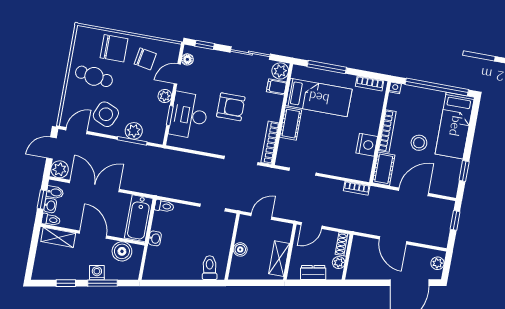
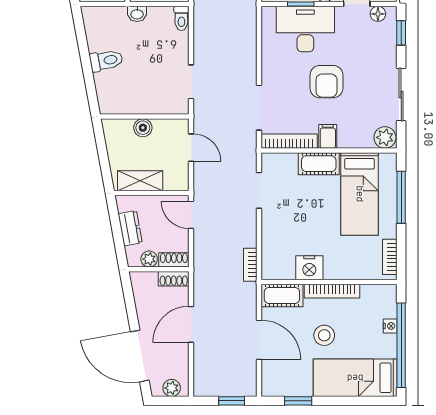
filing cabinet: (276, 87) -> (328, 136), moved
nightstand: (395, 88) -> (390, 326), moved
shoe rack: (357, 247) -> (174, 279), added
toilet: (210, 268) -> (106, 61), moved

